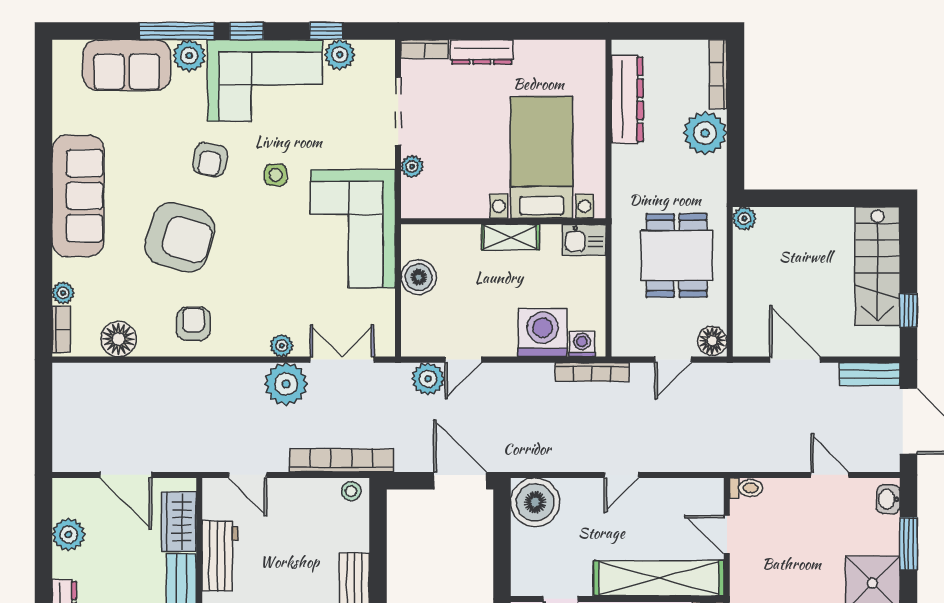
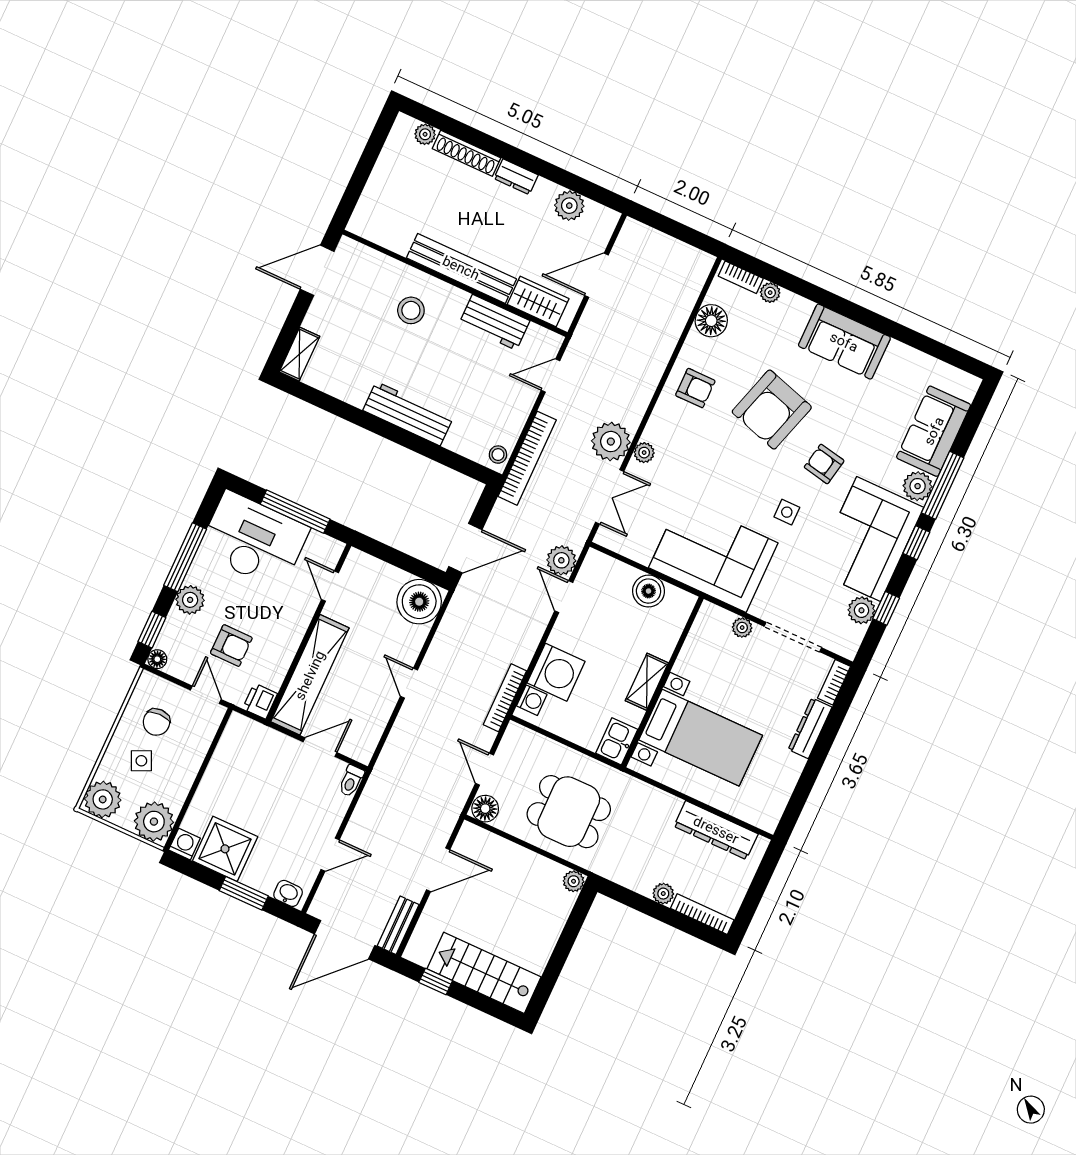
plant: (705, 133) -> (663, 894), width x0.53, depth x0.53
sofa: (78, 196) -> (844, 342), width x0.73

